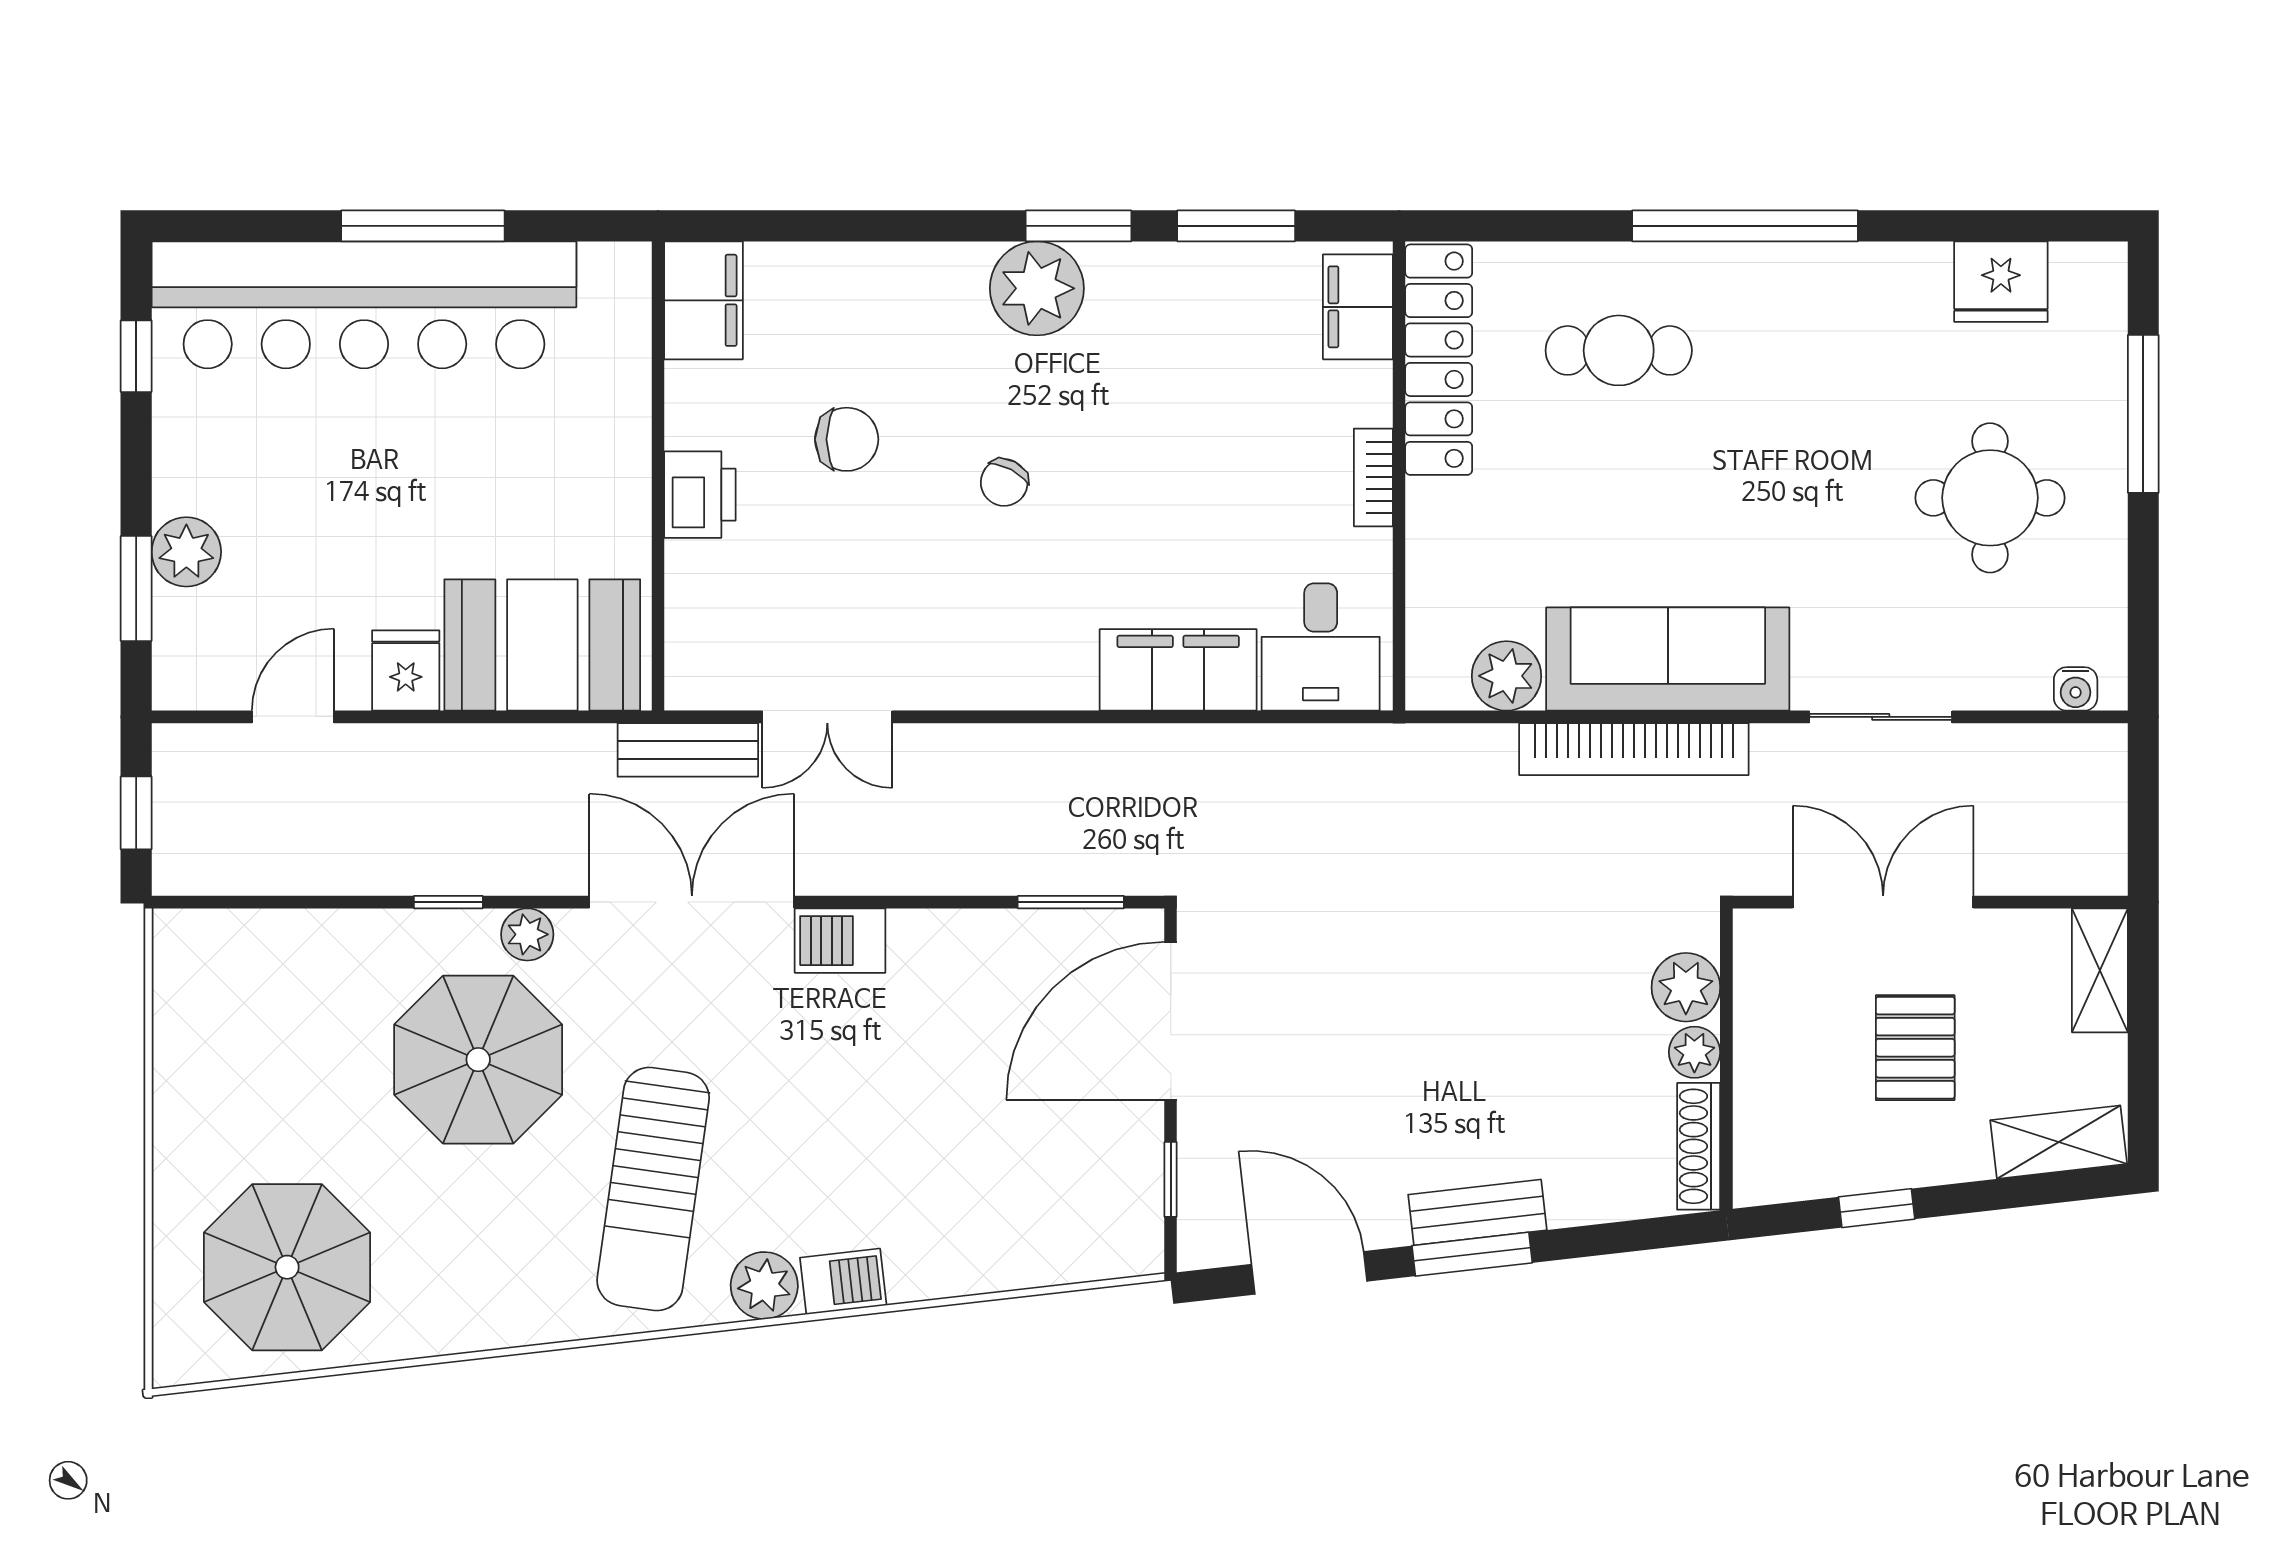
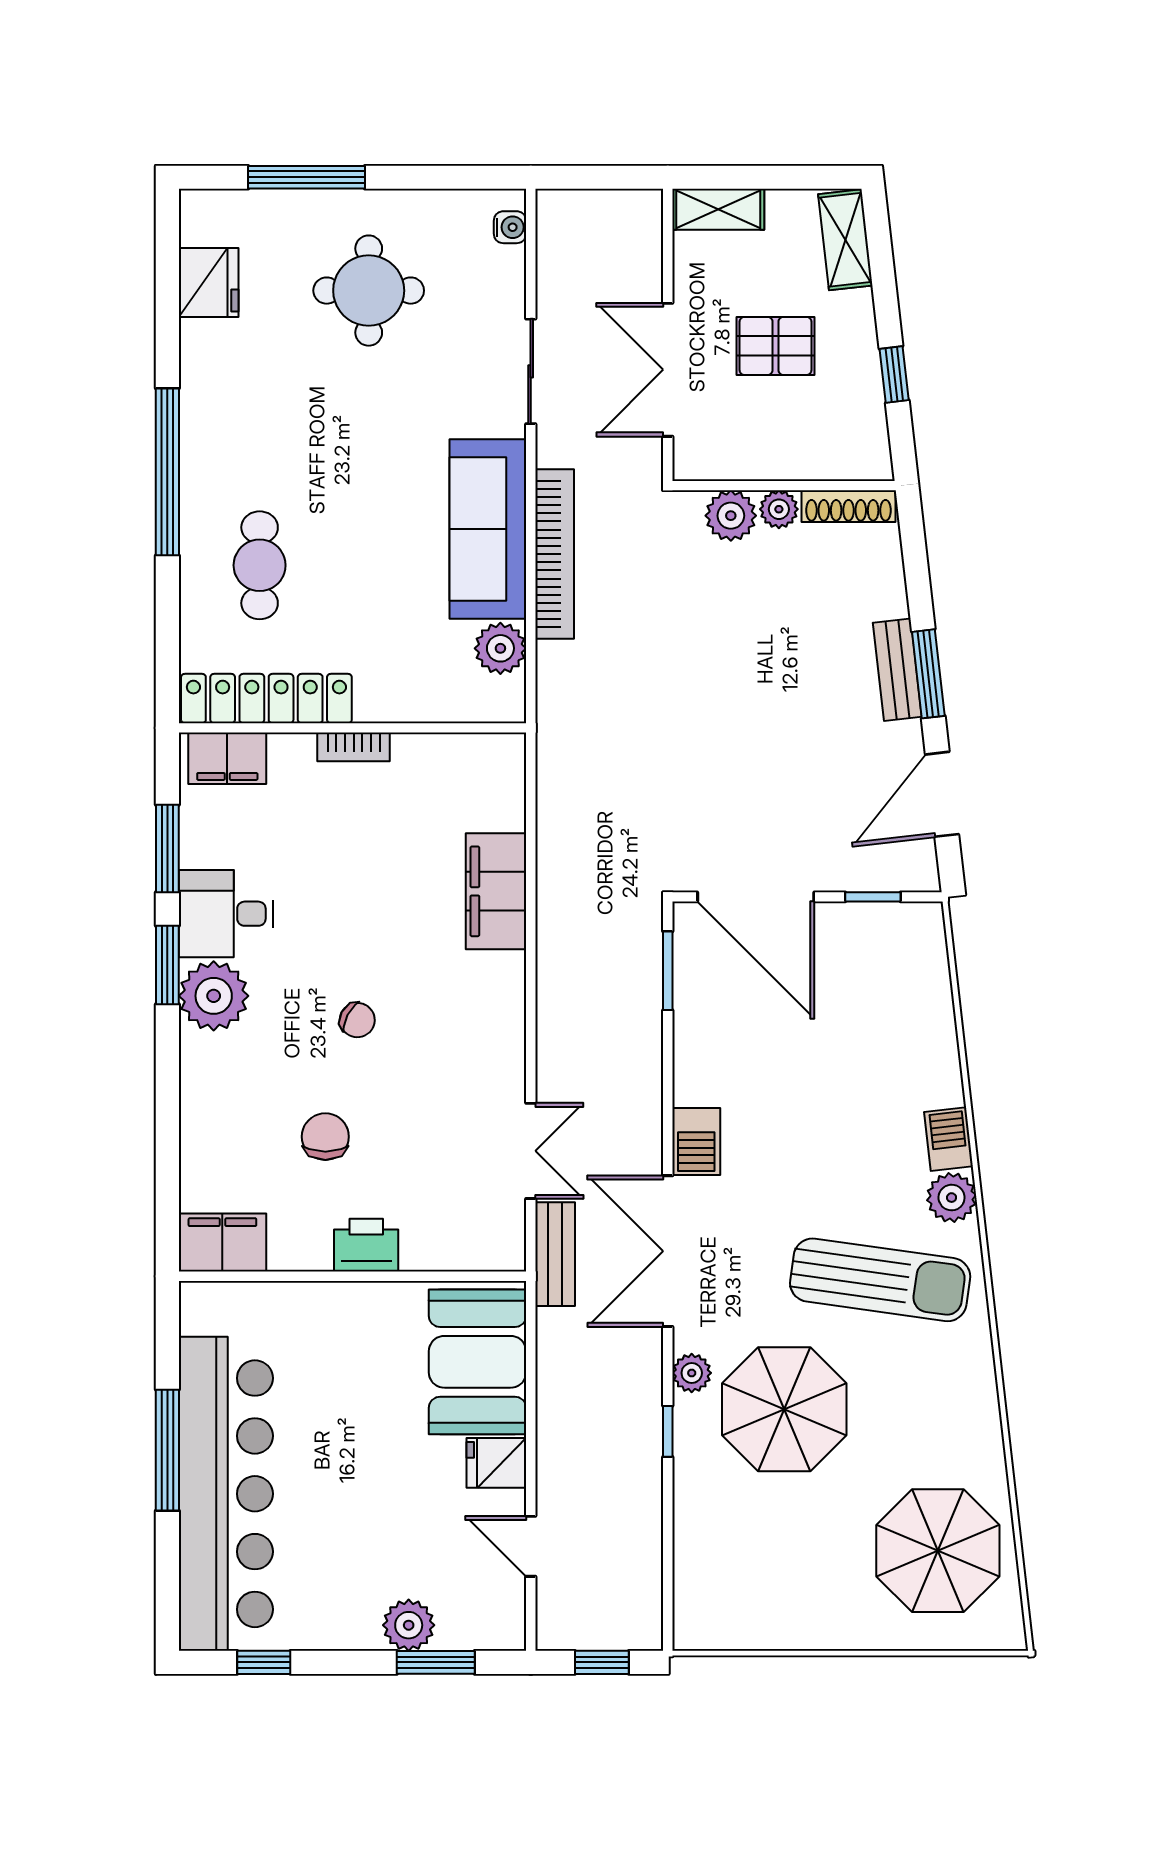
desk: (1321, 647) -> (226, 914), moved, turned 180

